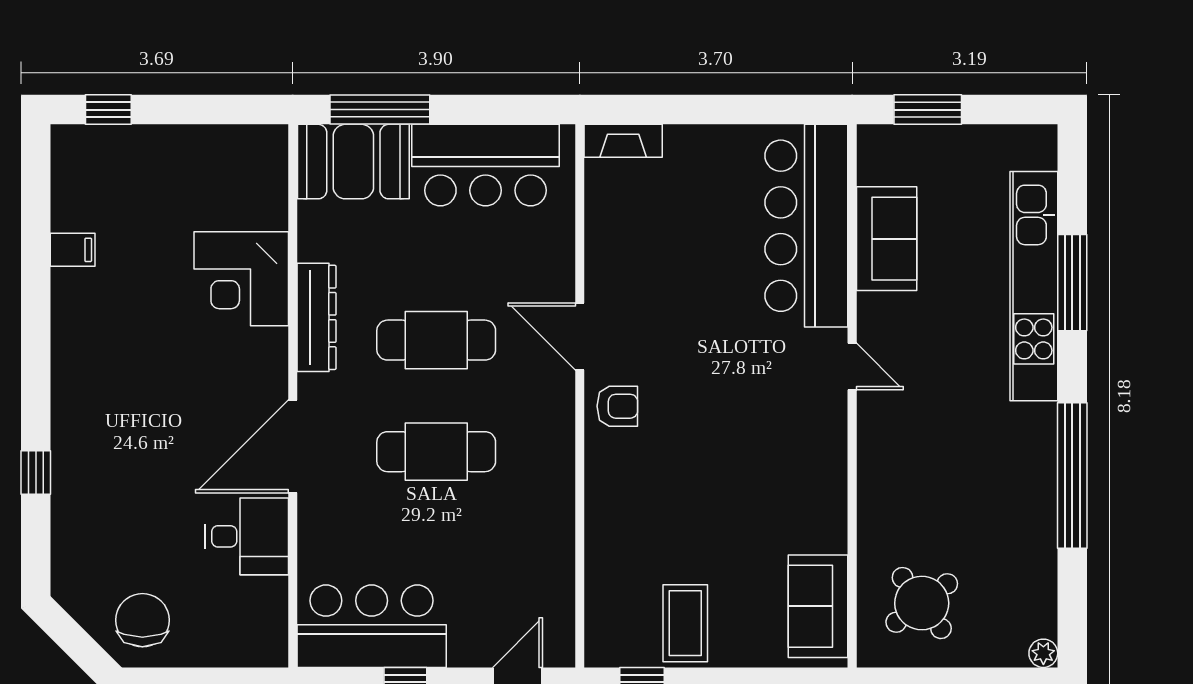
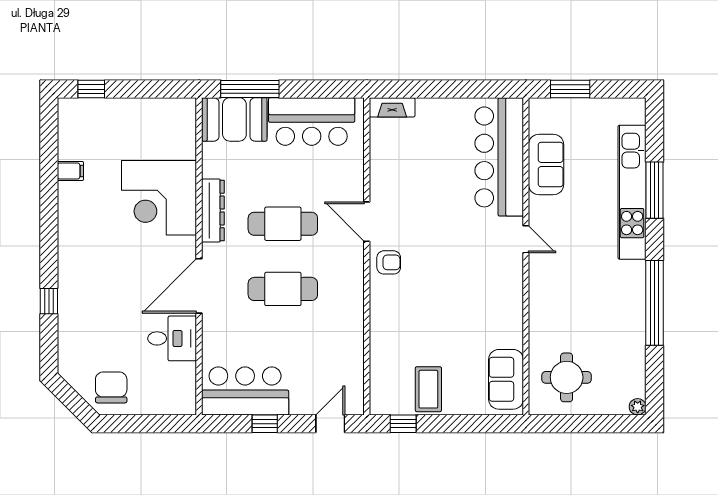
corner desk: (241, 279) -> (159, 198), width x1.36, depth x1.36
round table: (922, 603) -> (567, 377), turned 37

